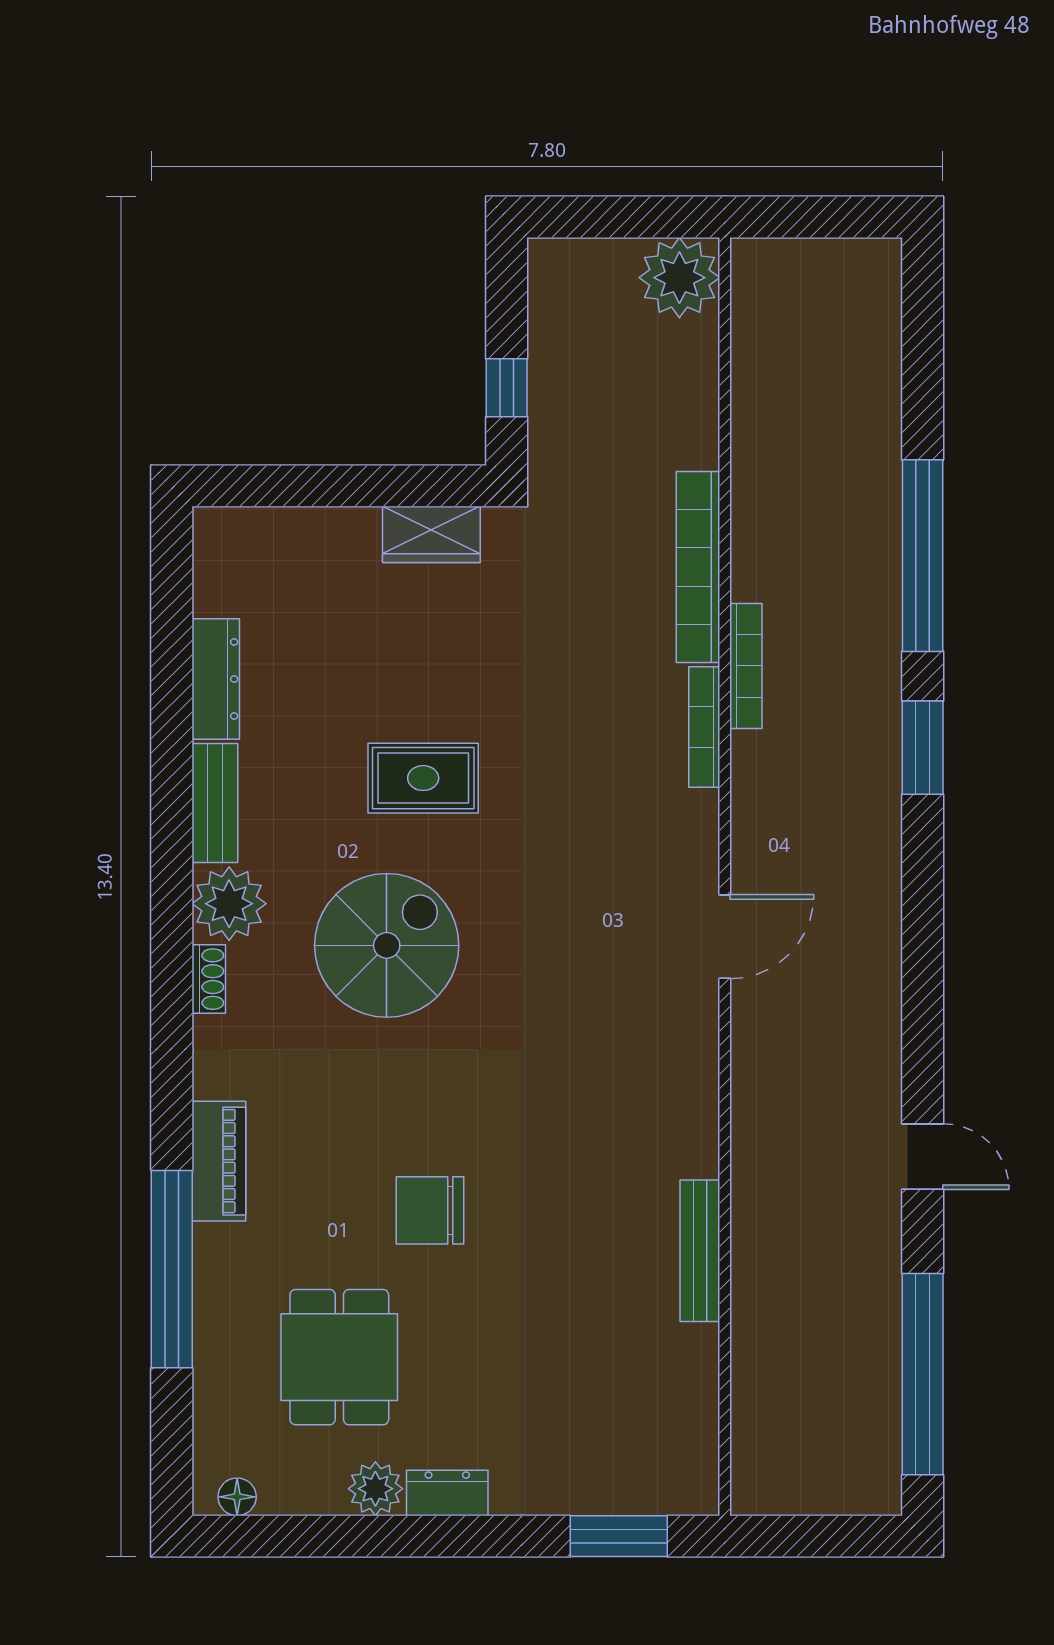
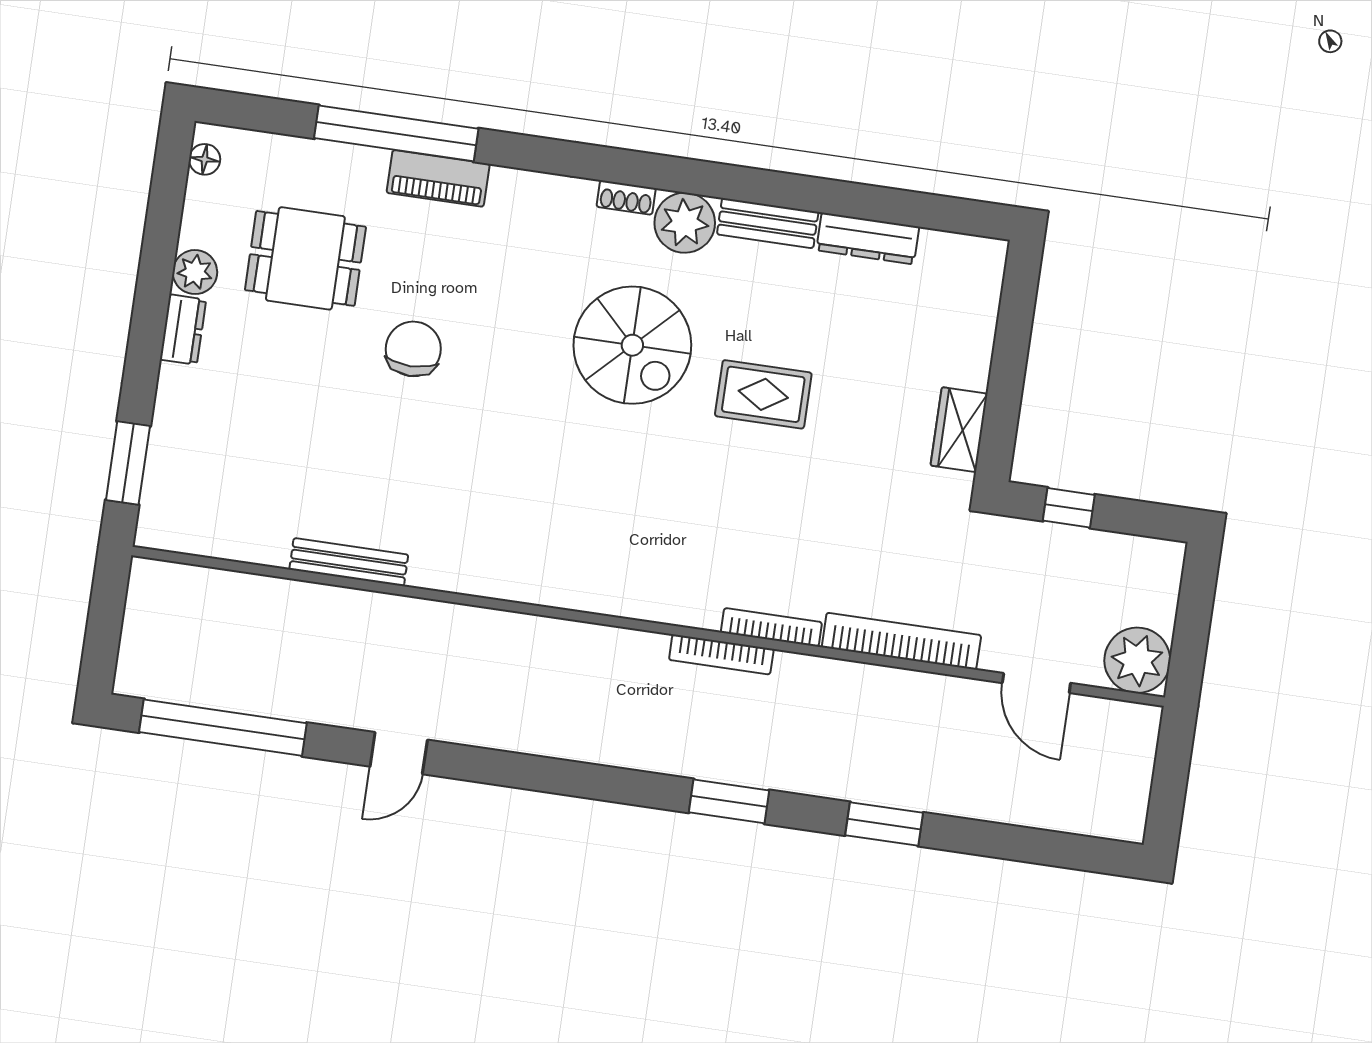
window: (923, 556) -> (884, 824), width x0.47
bookcase: (746, 666) -> (721, 654), moved
rug: (423, 778) -> (763, 394), turned 90
door: (725, 937) -> (1036, 683), moved
piano: (219, 1161) -> (438, 178), moved

